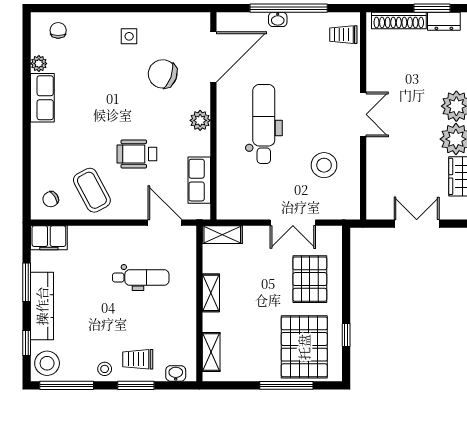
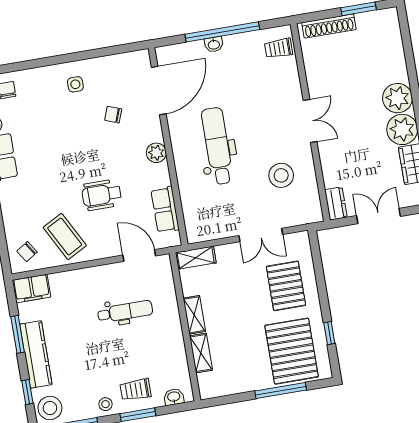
dresser: (444, 21) -> (336, 203), moved, turned -90
chair: (163, 74) -> (113, 115), width x0.54, depth x0.54
shelving: (211, 352) -> (201, 353), moved

